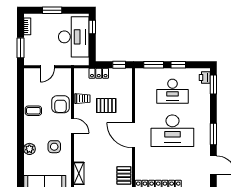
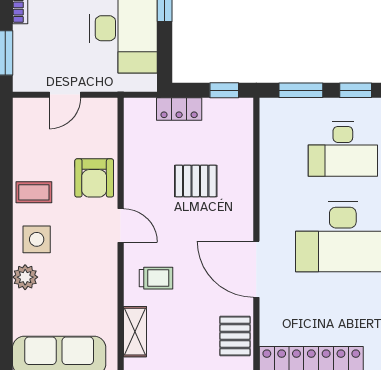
trolley: (82, 99) -> (156, 278), moved
door: (134, 135) -> (256, 269), moved
side table: (54, 147) -> (37, 239), moved

